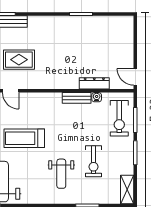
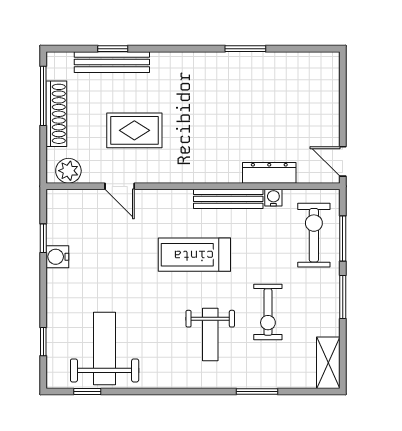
bench: (77, 98) -> (228, 199), width x1.36
exercise bike: (119, 118) -> (314, 235), turned 180
treadmill: (24, 138) -> (194, 255), moved

